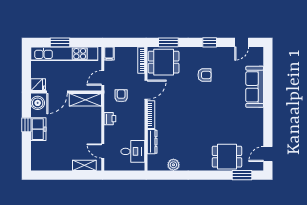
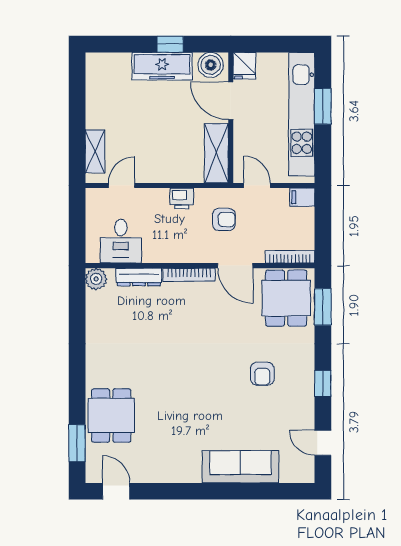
freezer: (38, 129) -> (162, 66), width x1.40
plant: (173, 165) -> (96, 279), moved

